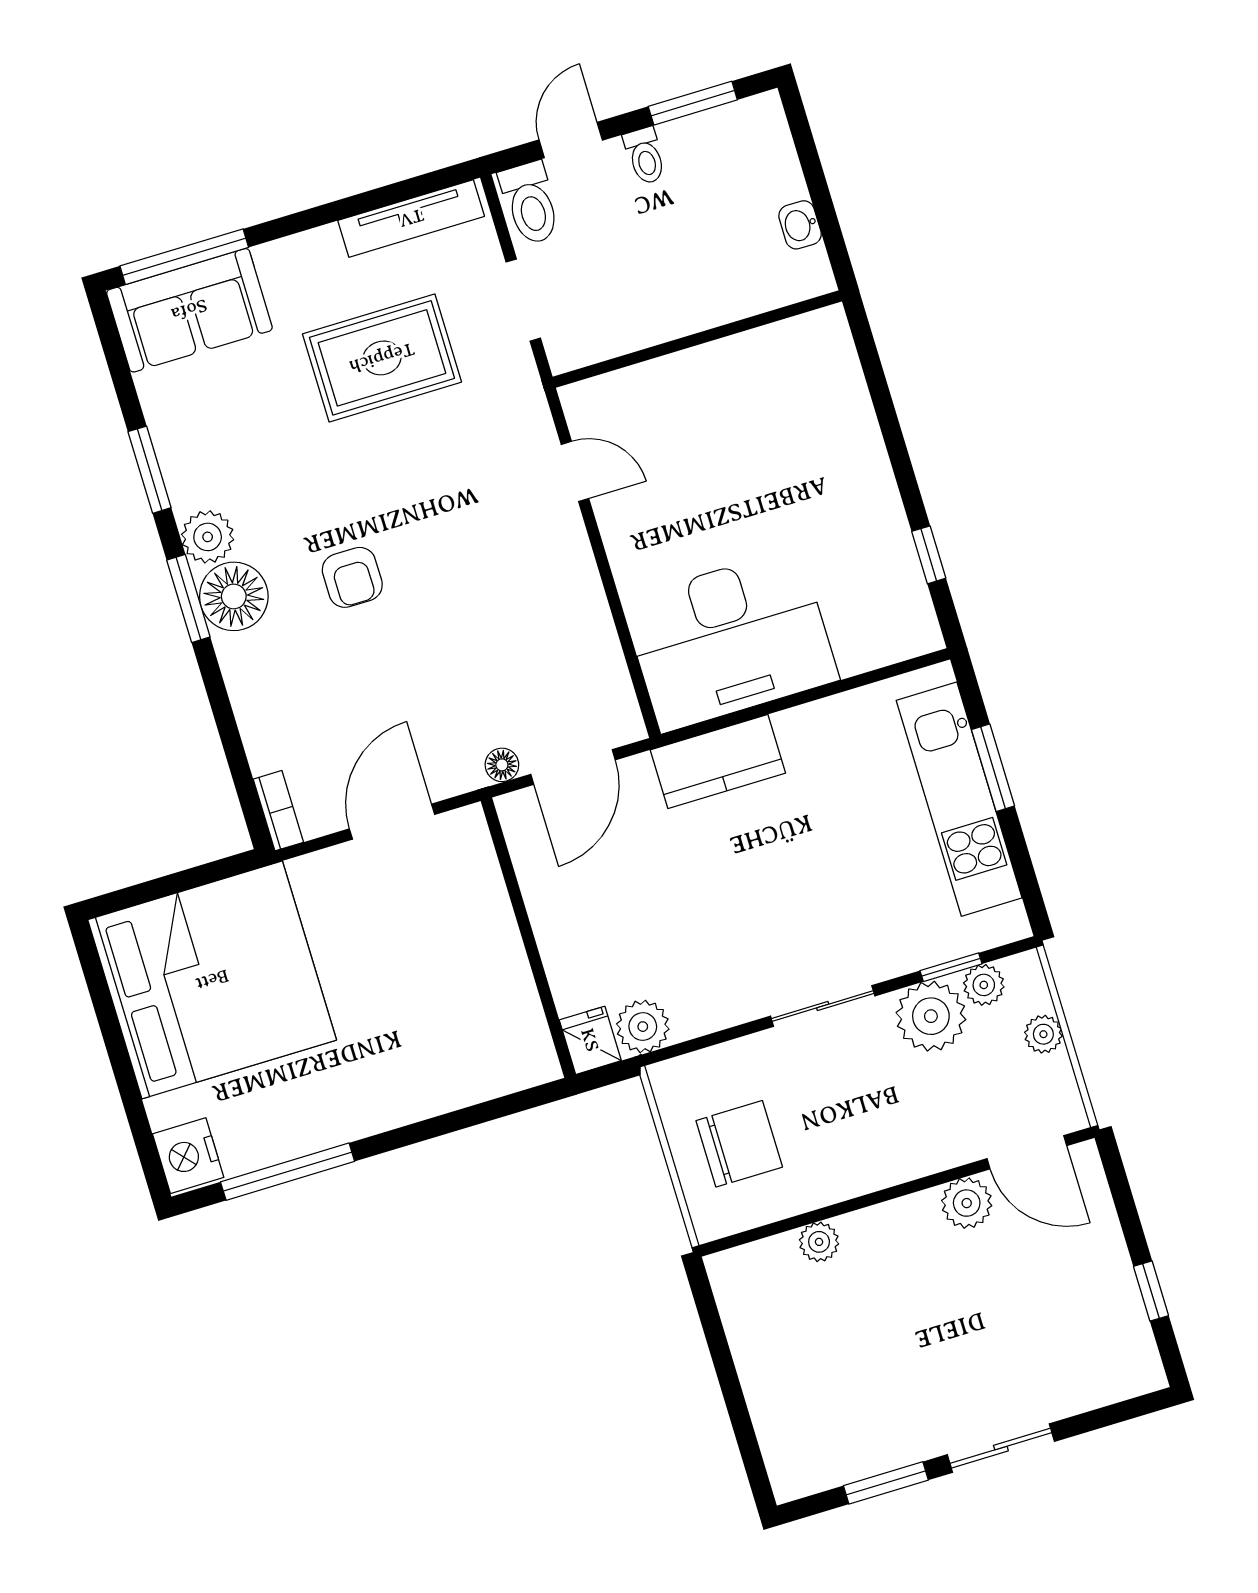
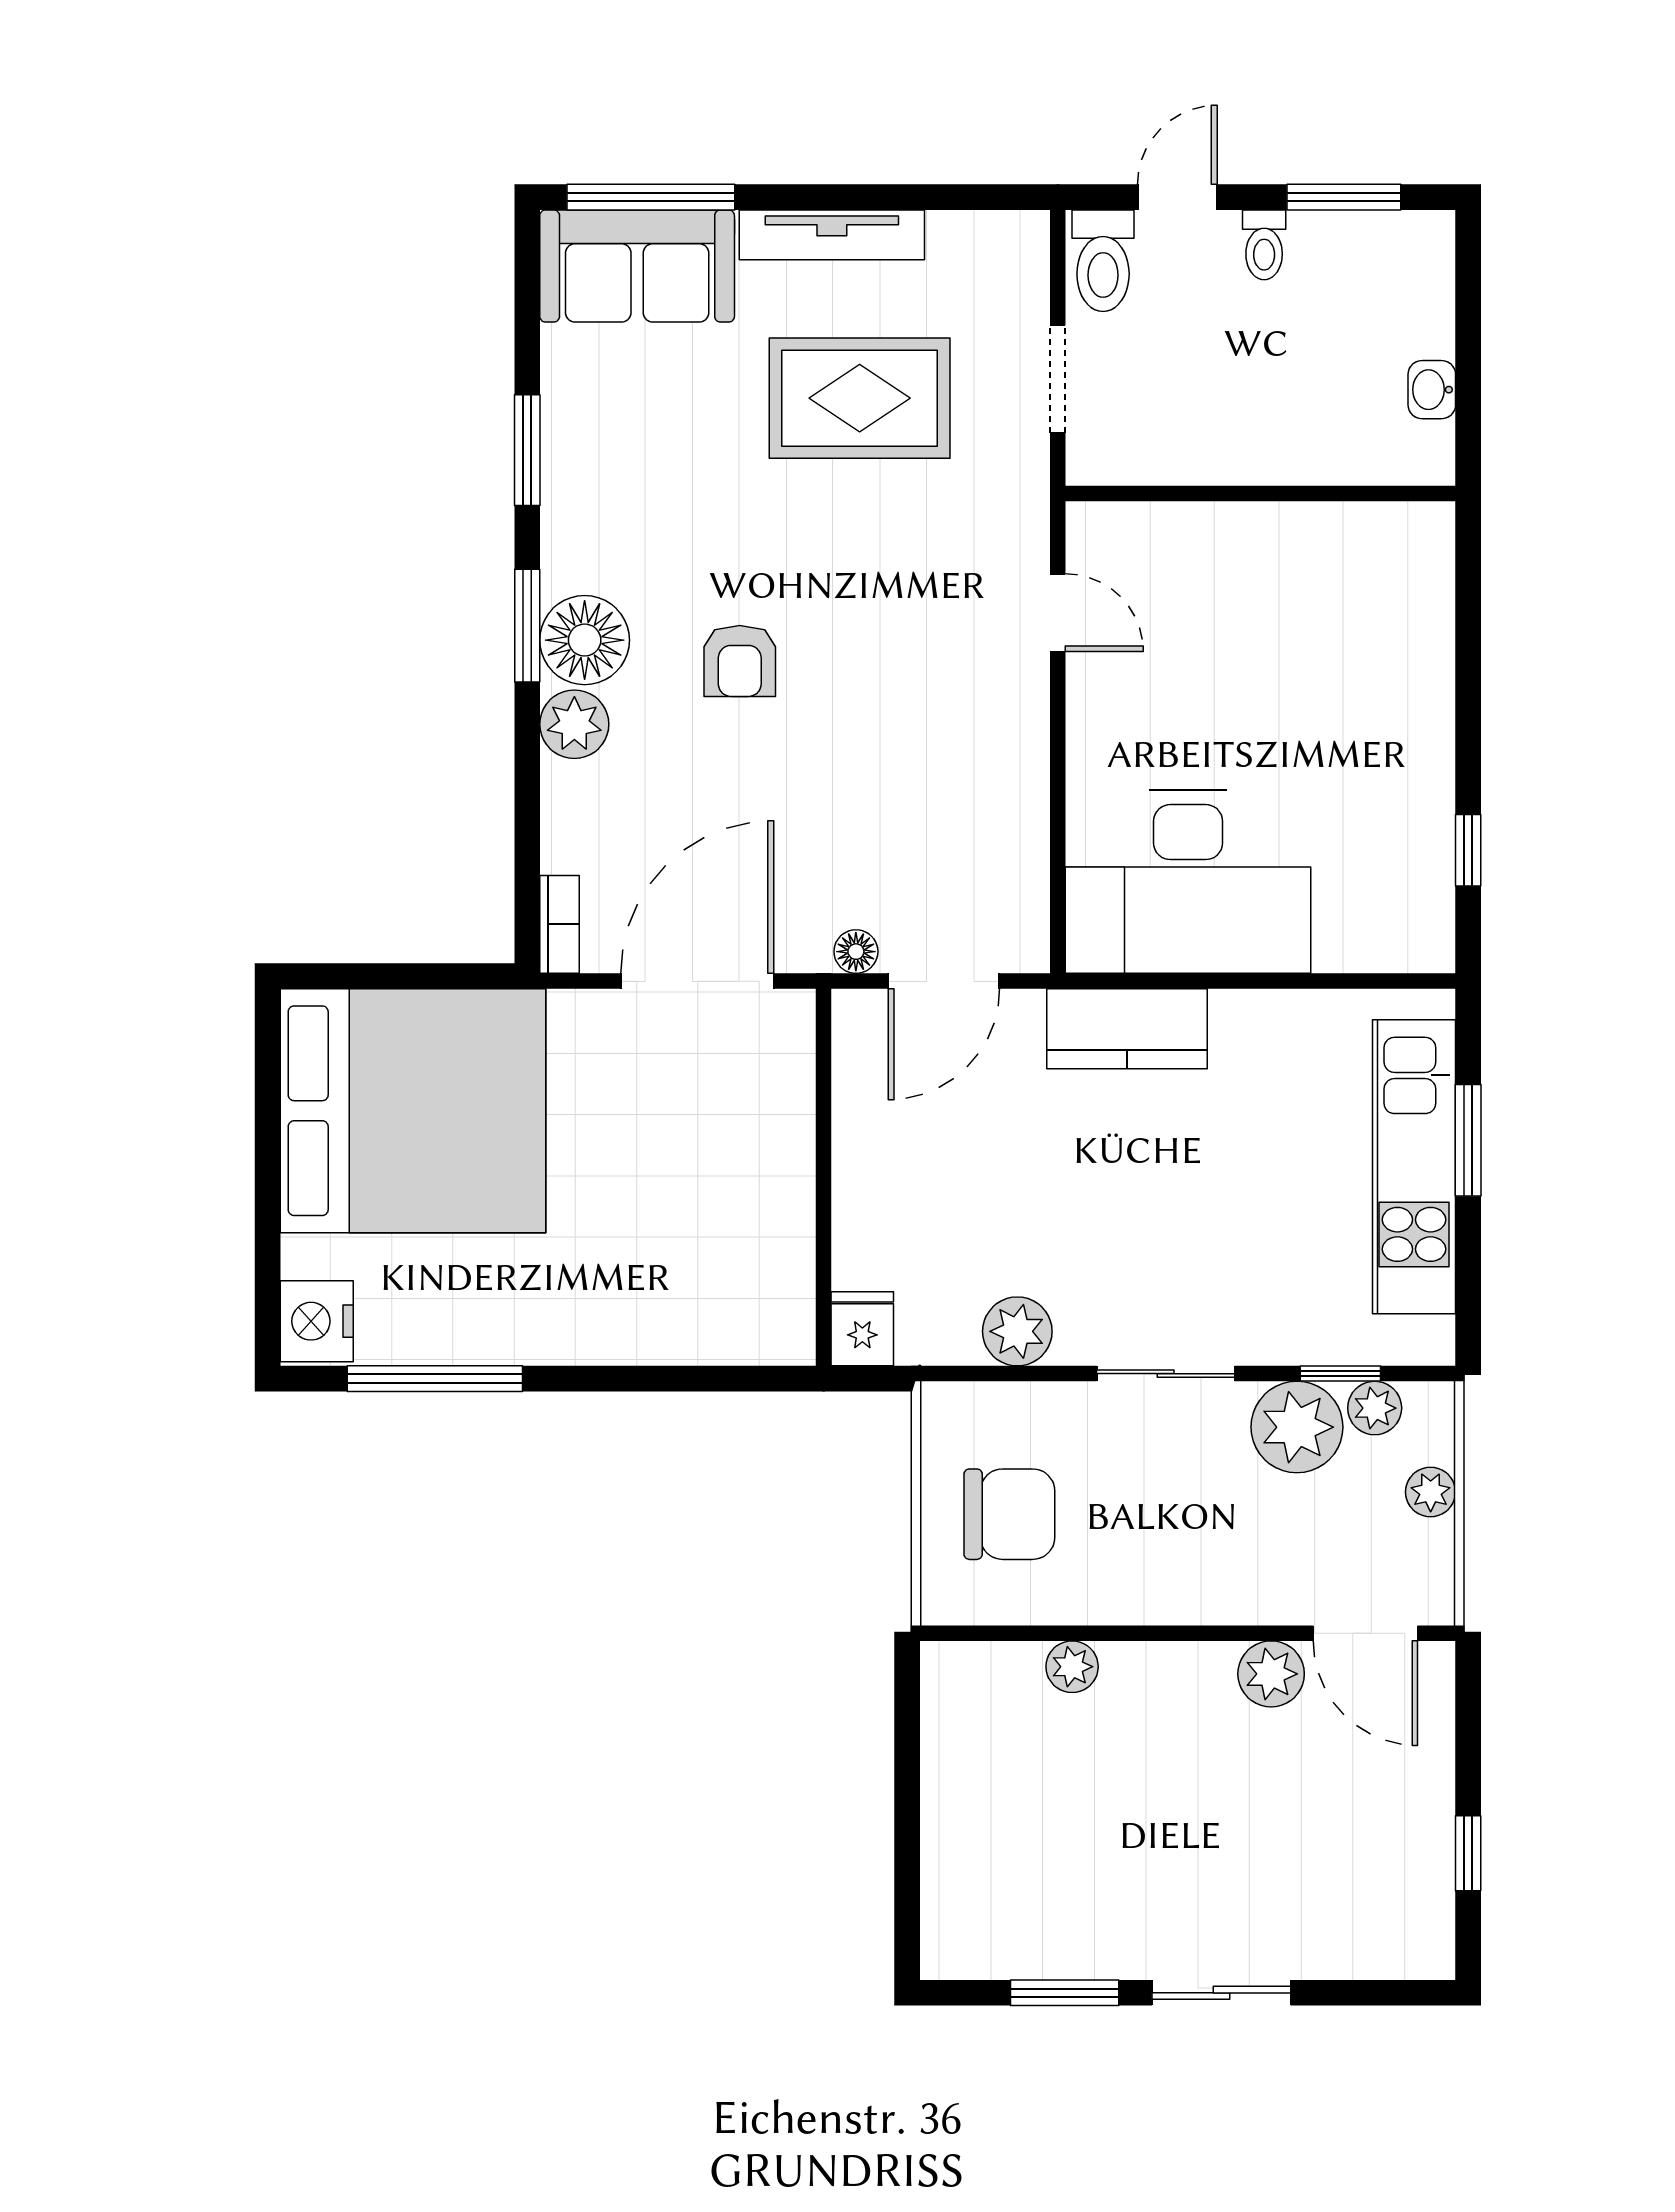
tv unit: (411, 218) -> (832, 235), moved
plant: (208, 537) -> (574, 724), moved
door: (392, 822) -> (697, 981), width x1.36
plant: (643, 1027) -> (1017, 1331), moved

